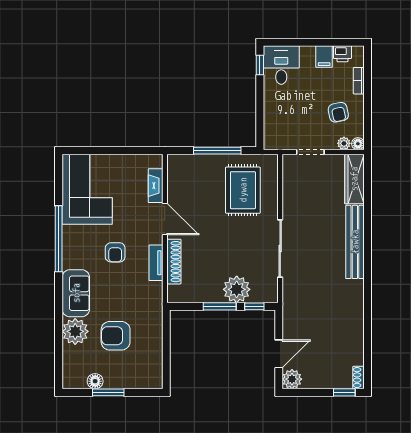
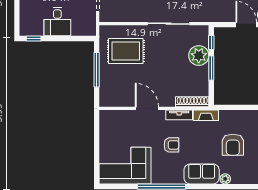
desk: (281, 65) -> (57, 22), moved, turned -90
fireplace: (156, 186) -> (206, 115), moved
door: (165, 219) -> (147, 108), hinge flipped
shoe rack: (174, 262) -> (192, 102), moved
plant: (75, 331) -> (225, 179), width x0.53, depth x0.53

